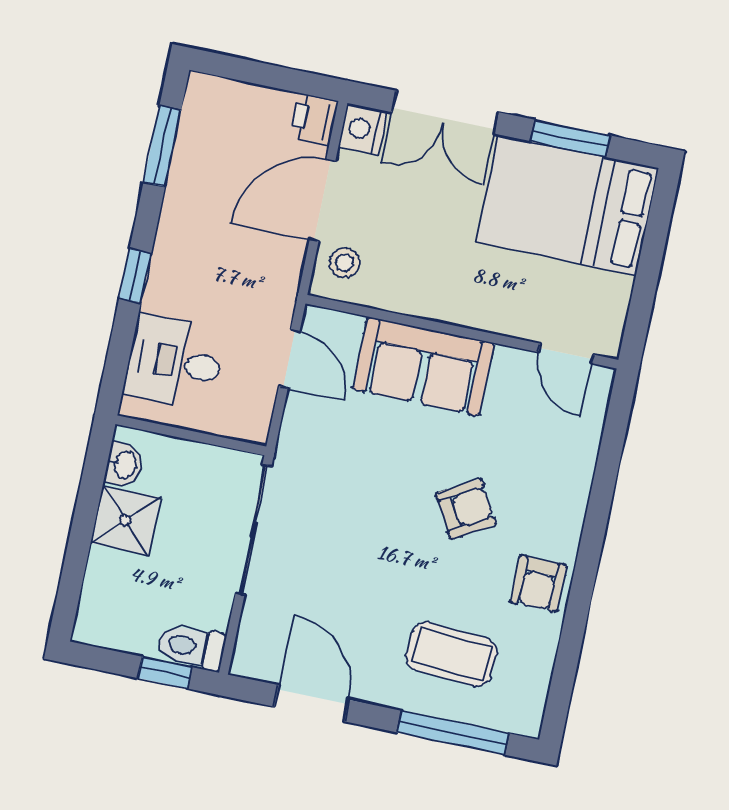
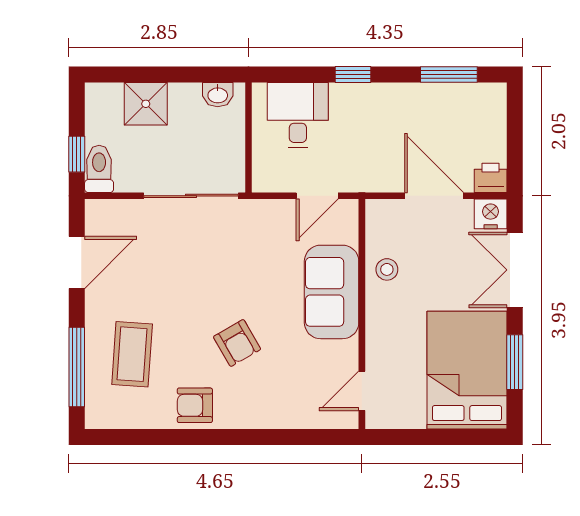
stool: (344, 263) -> (387, 269), moved
shower: (125, 520) -> (146, 104), moved

